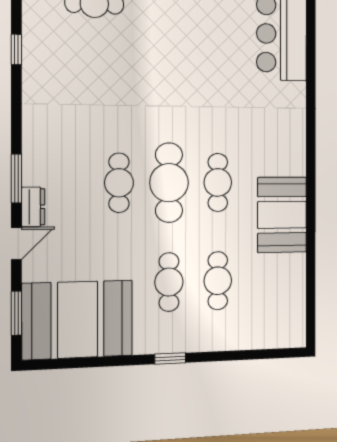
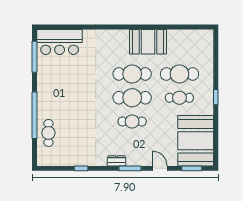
window: (16, 49) -> (81, 168), moved
cafe table: (218, 182) -> (132, 74), width x1.37, depth x1.35
dresser: (33, 207) -> (117, 161), moved
cafe table: (218, 281) -> (179, 74), width x1.37, depth x1.35

